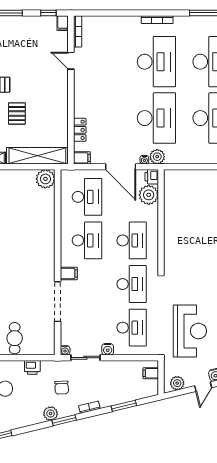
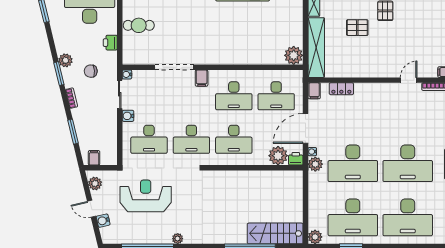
reception desk: (190, 331) -> (146, 196), turned 180
filing cabinet: (151, 373) -> (94, 158), moved

